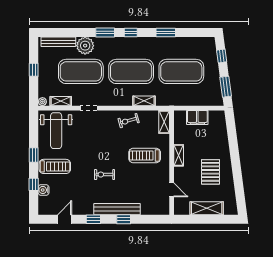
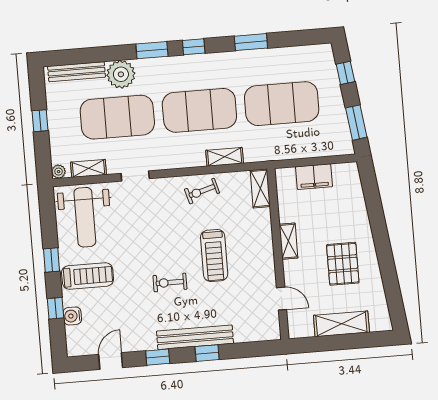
treadmill: (145, 156) -> (214, 256), moved, turned -90

